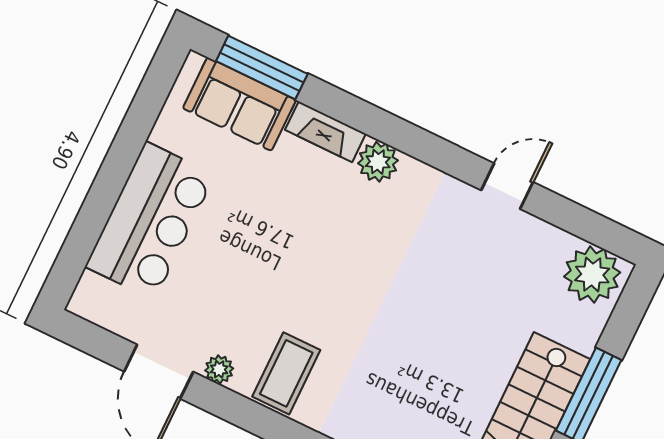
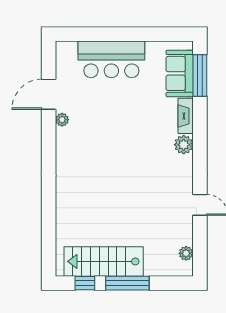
plant: (592, 275) -> (186, 253), width x0.53, depth x0.53
coffee table: (286, 373) -> (74, 149), removed

